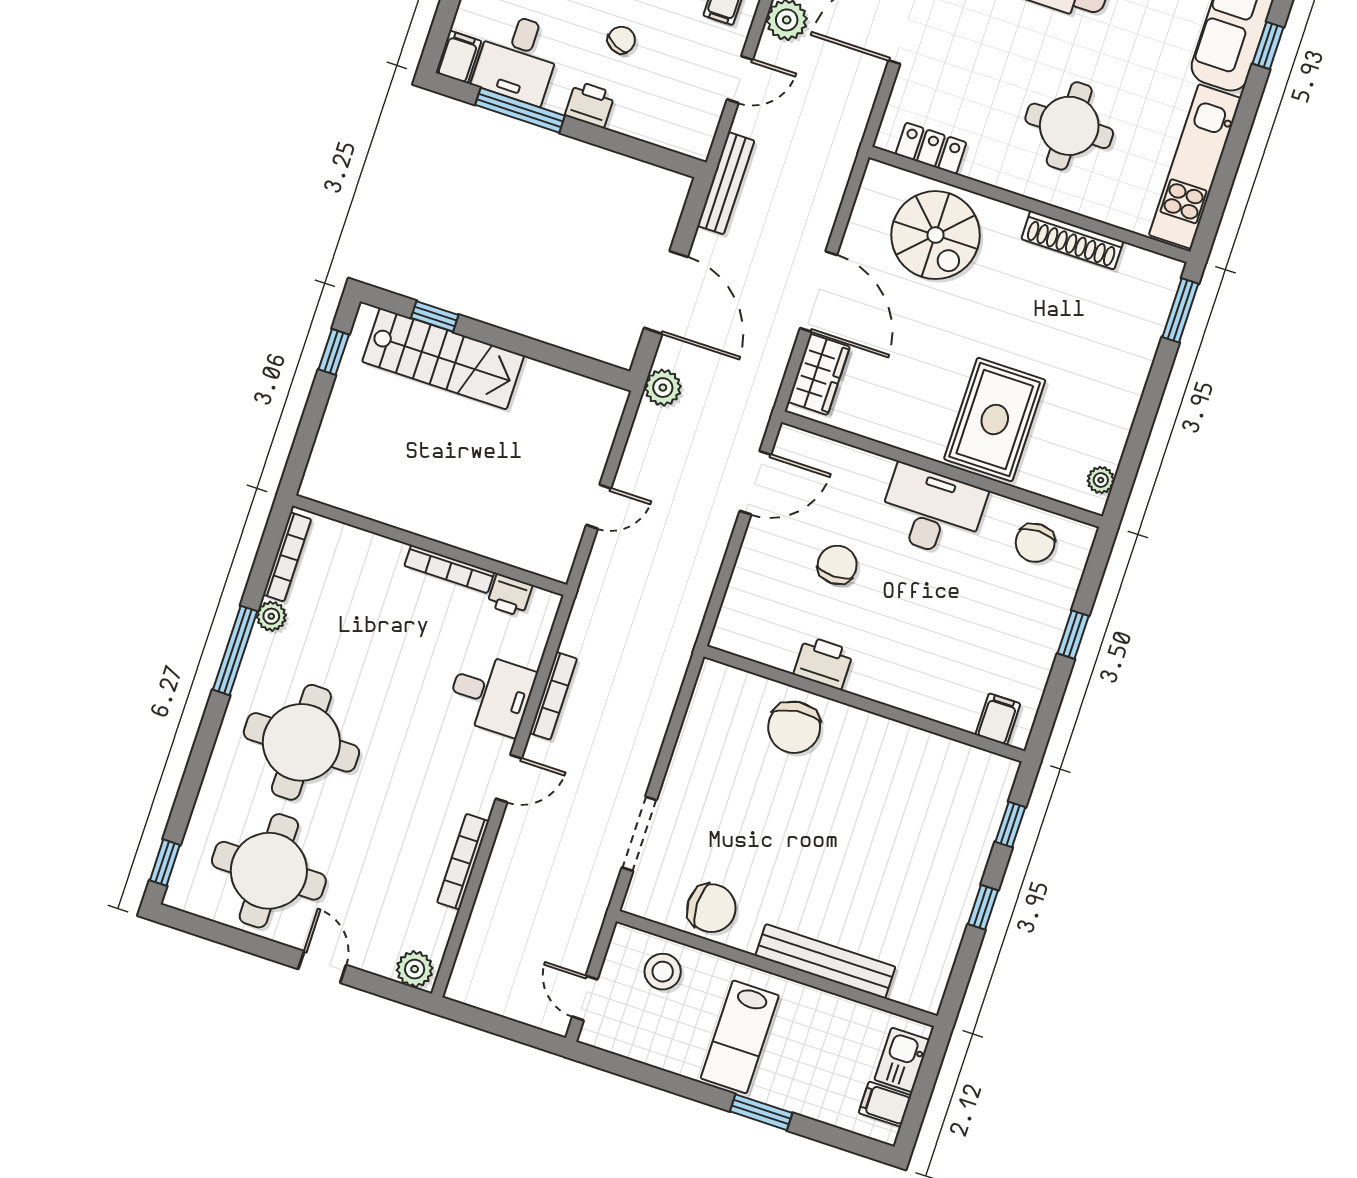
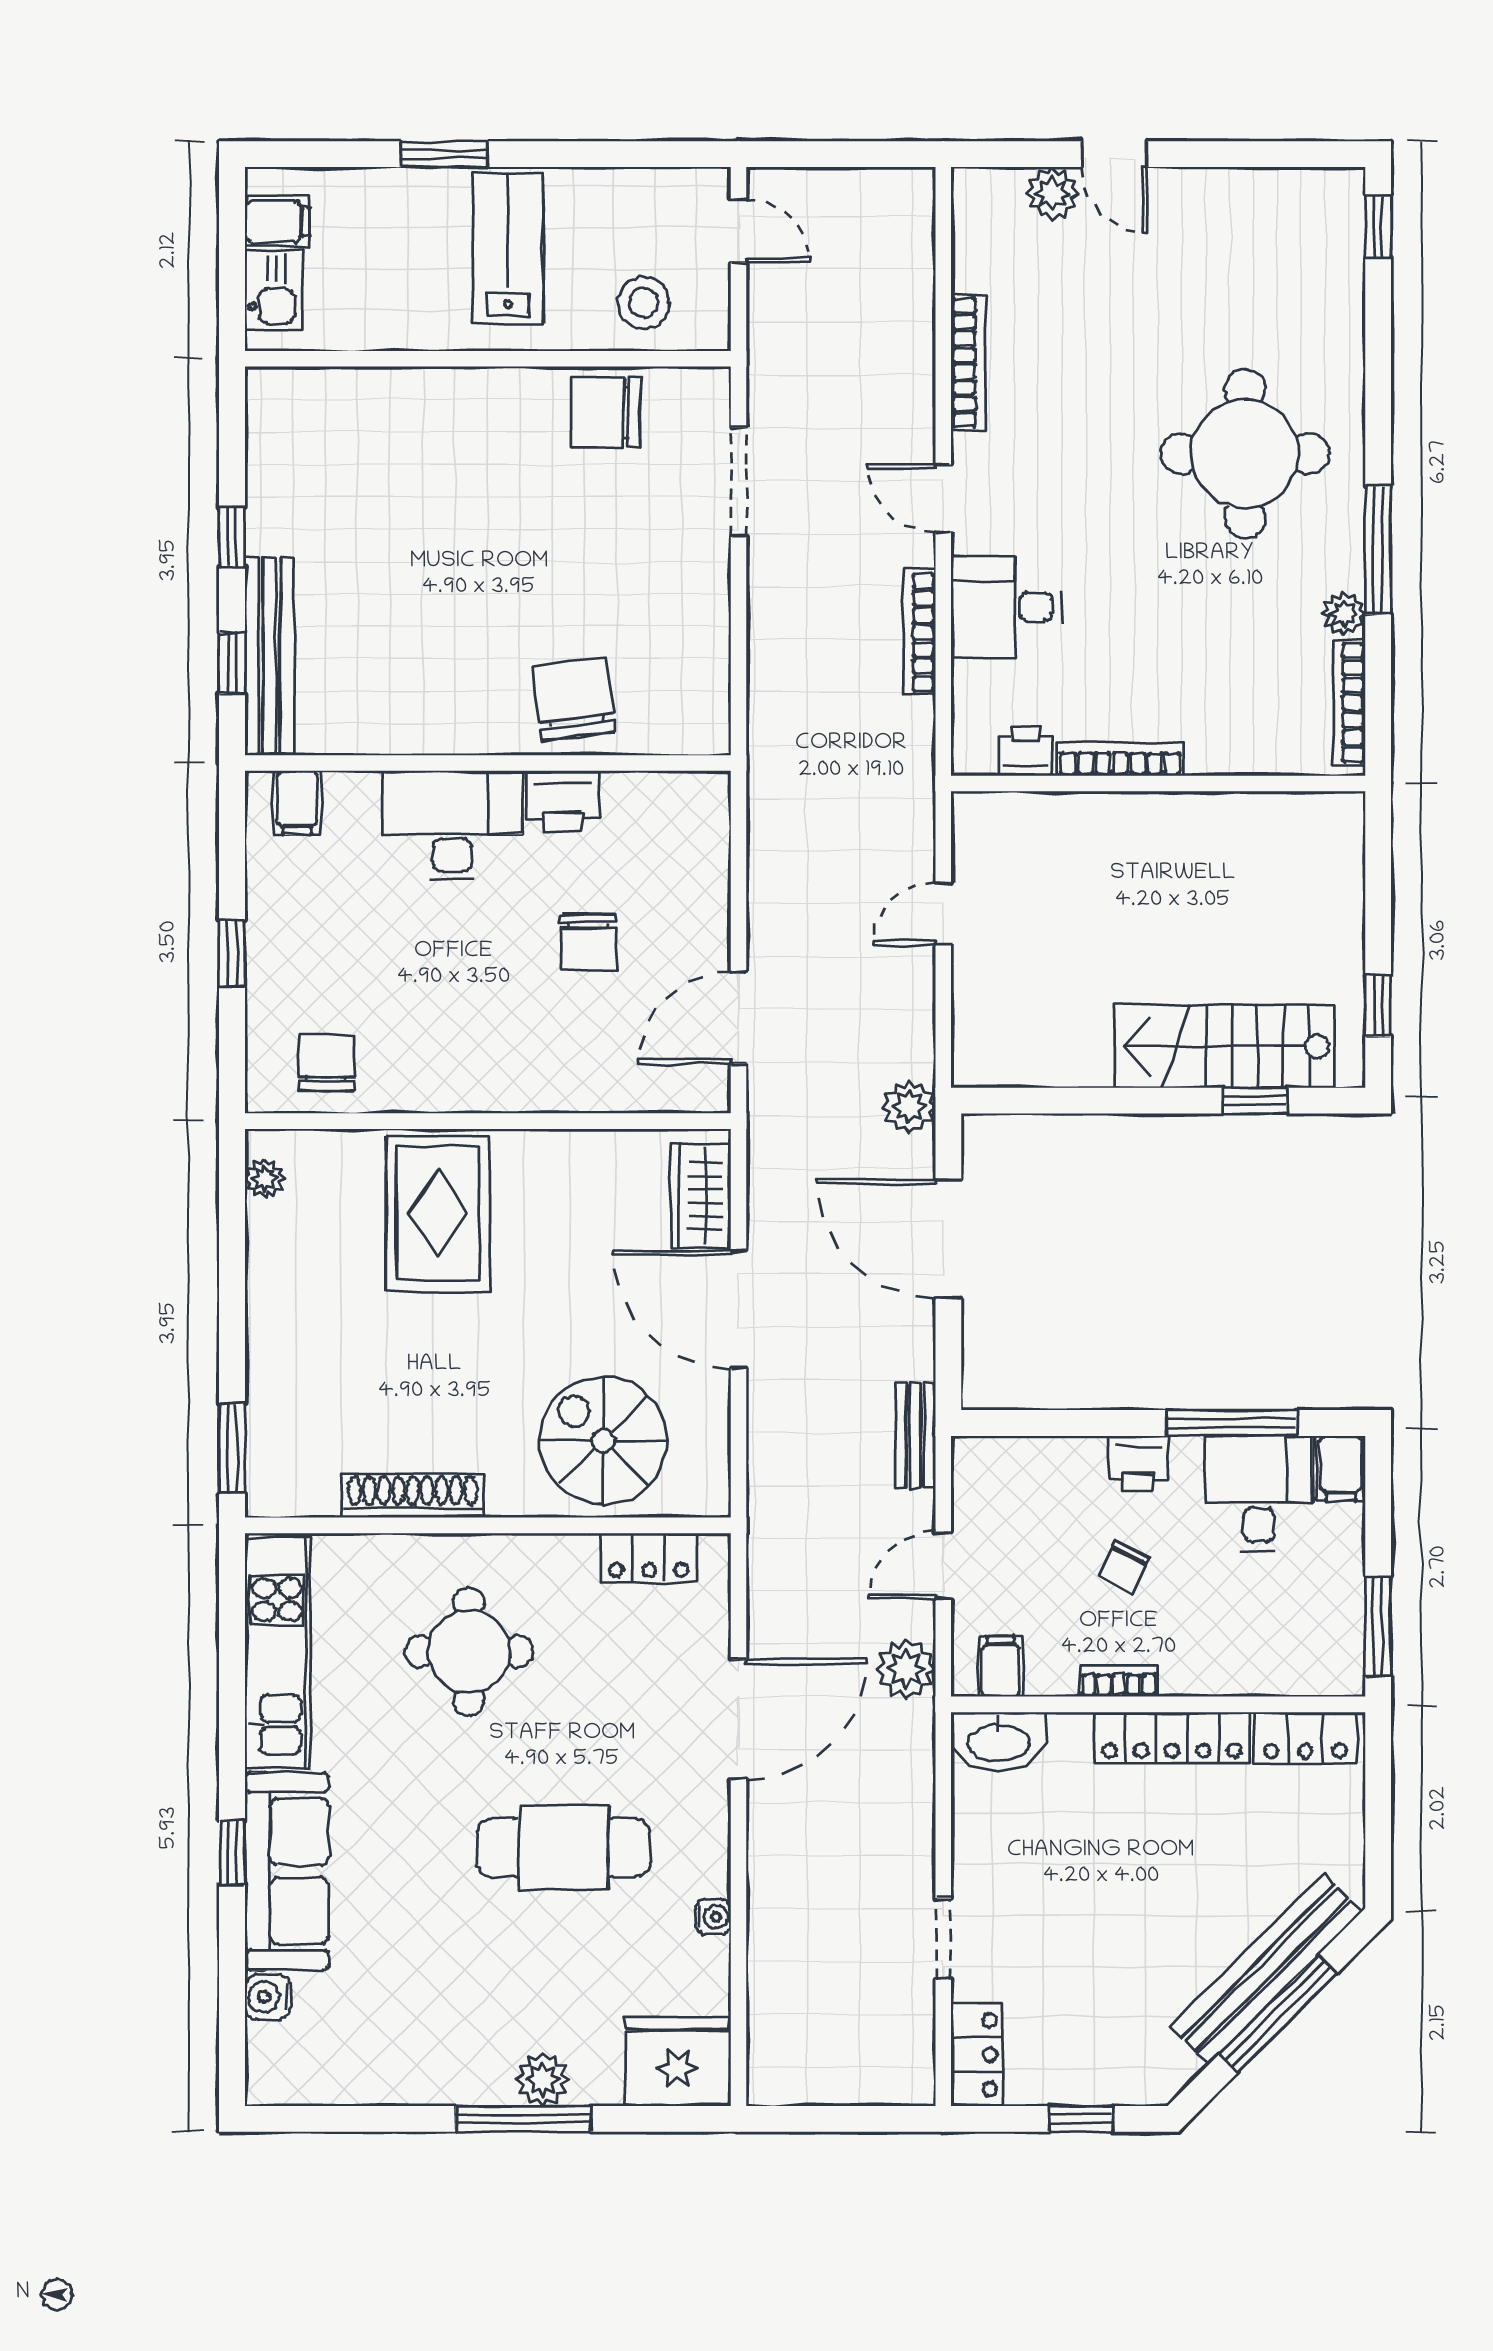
bench: (726, 183) -> (915, 1436), width x0.73
desk: (932, 511) -> (452, 825), moved, turned 180
door: (509, 778) -> (943, 498), hinge flipped
round table: (269, 871) -> (1231, 262), removed
bench: (825, 961) -> (269, 656), moved, turned 90
plant: (415, 969) -> (1052, 193), moved

